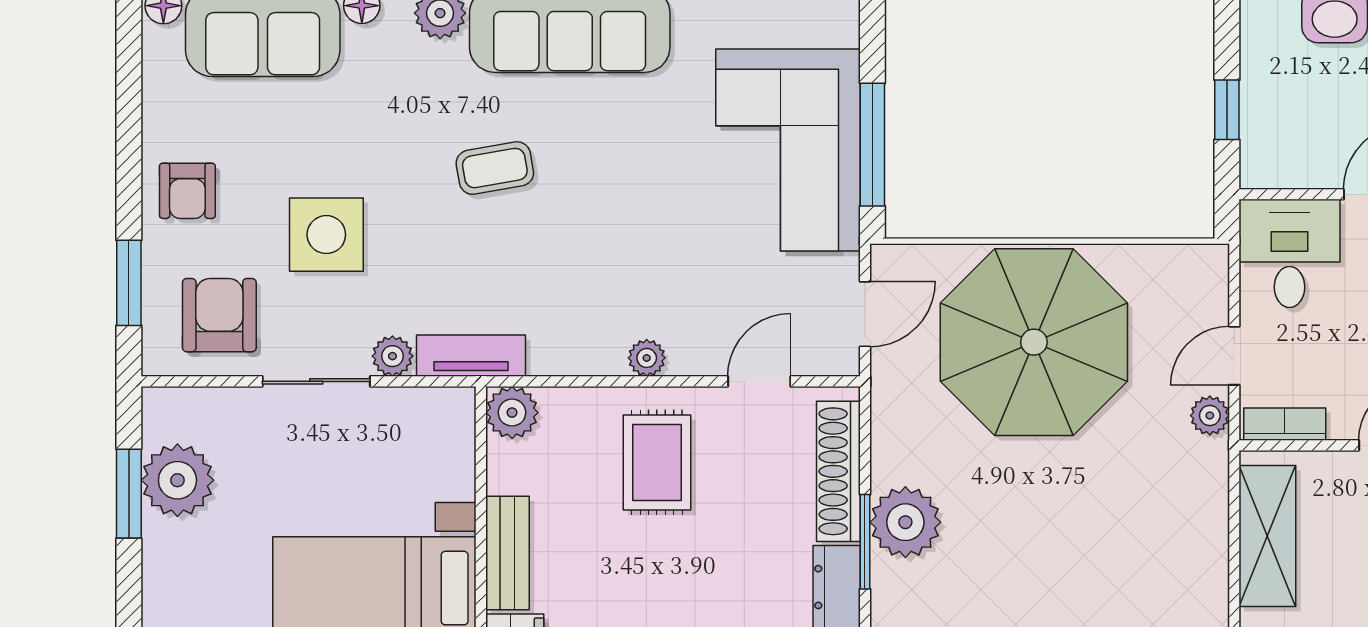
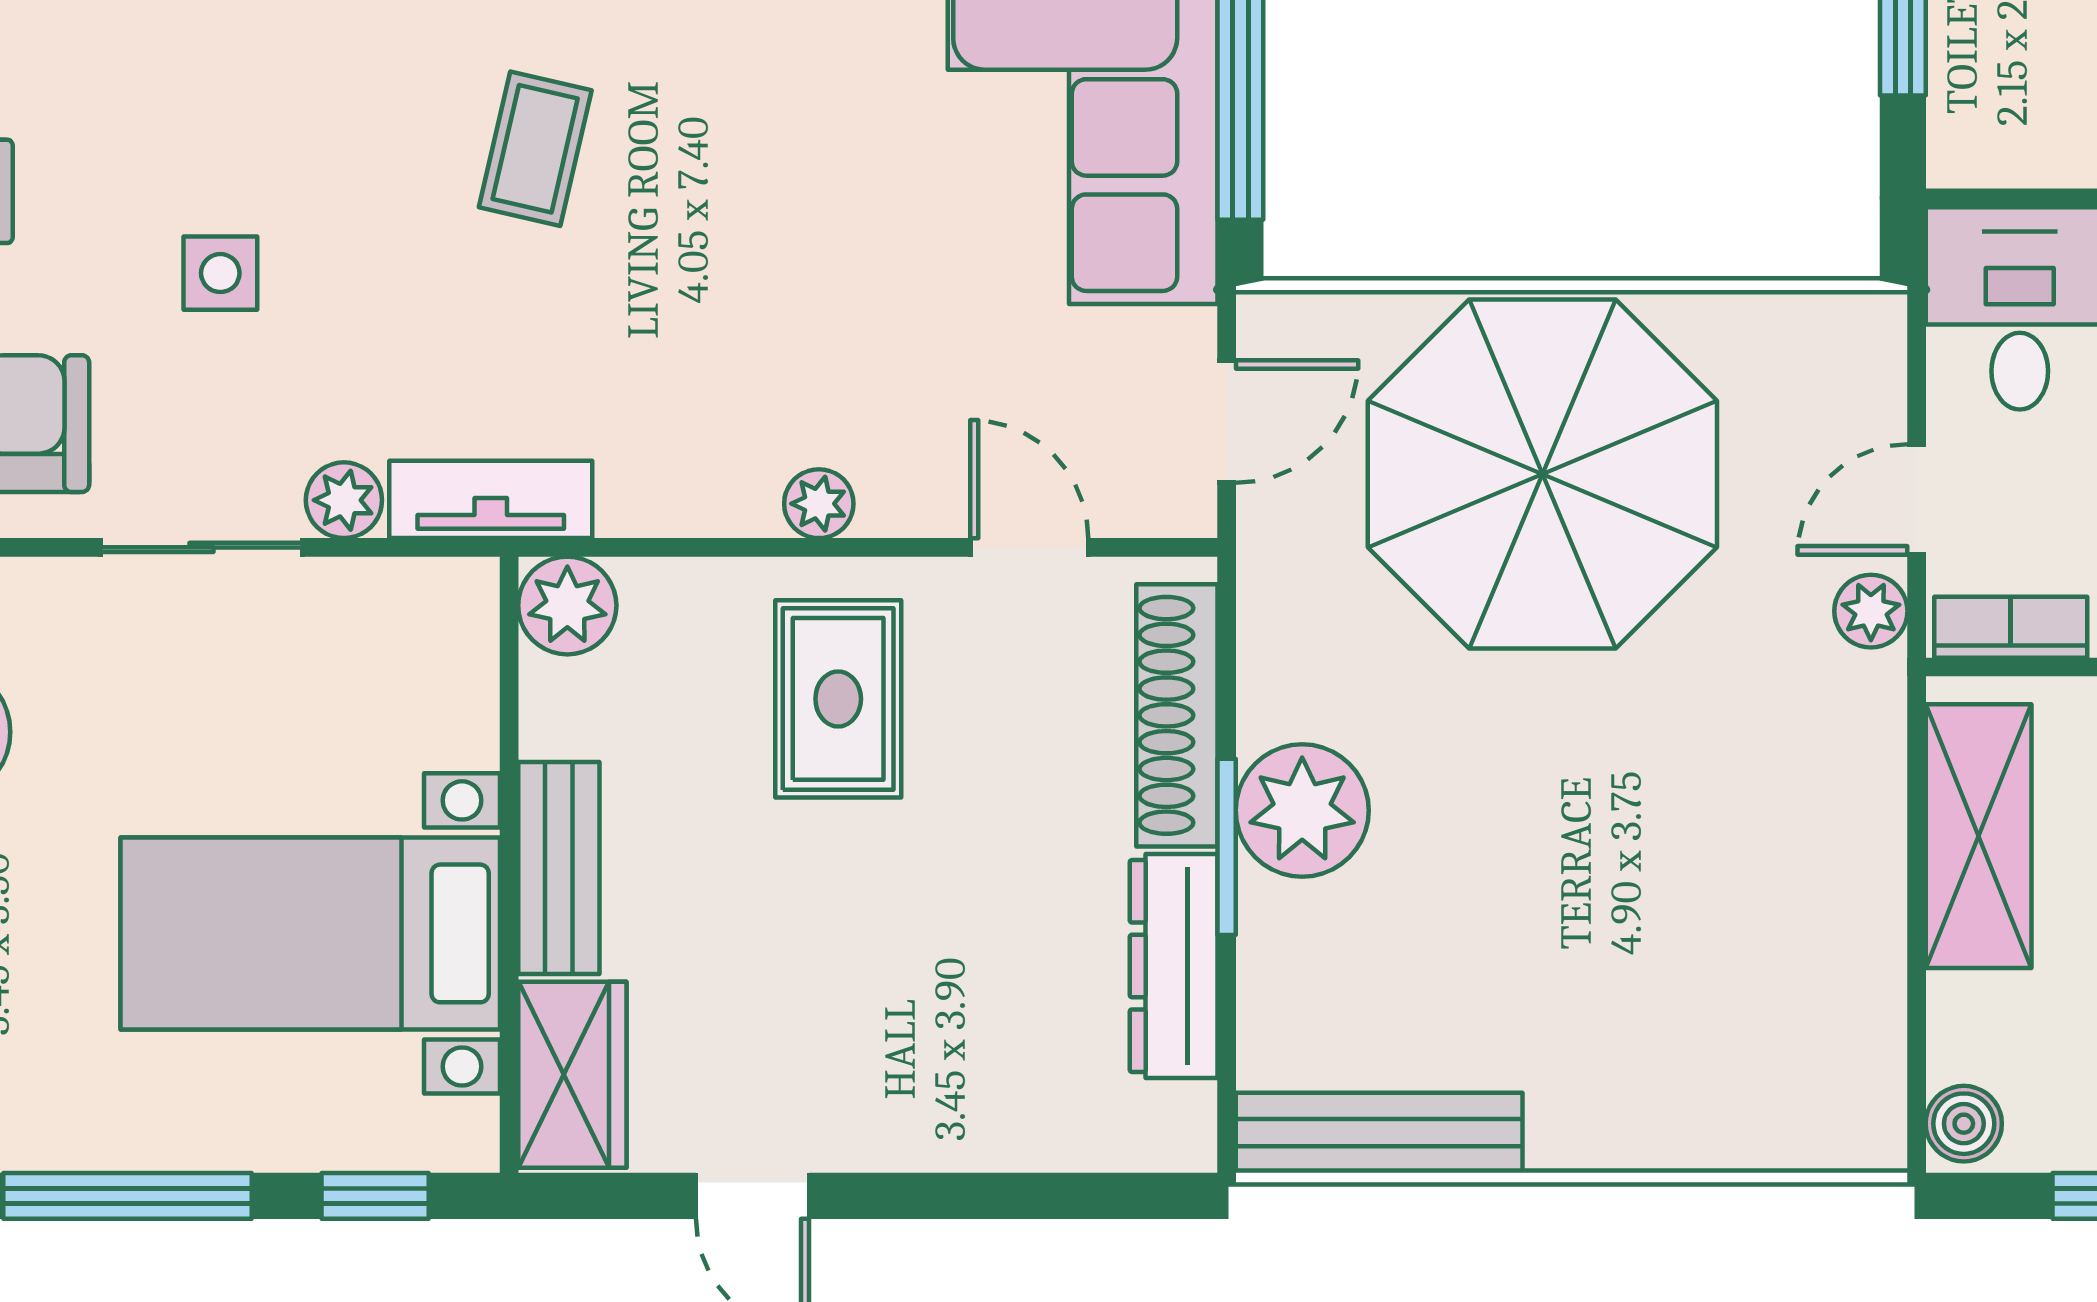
coffee table: (495, 168) -> (535, 149), turned -67
side table: (326, 235) -> (220, 273), width x0.54, depth x0.54
door: (759, 381) -> (1029, 547), hinge flipped

